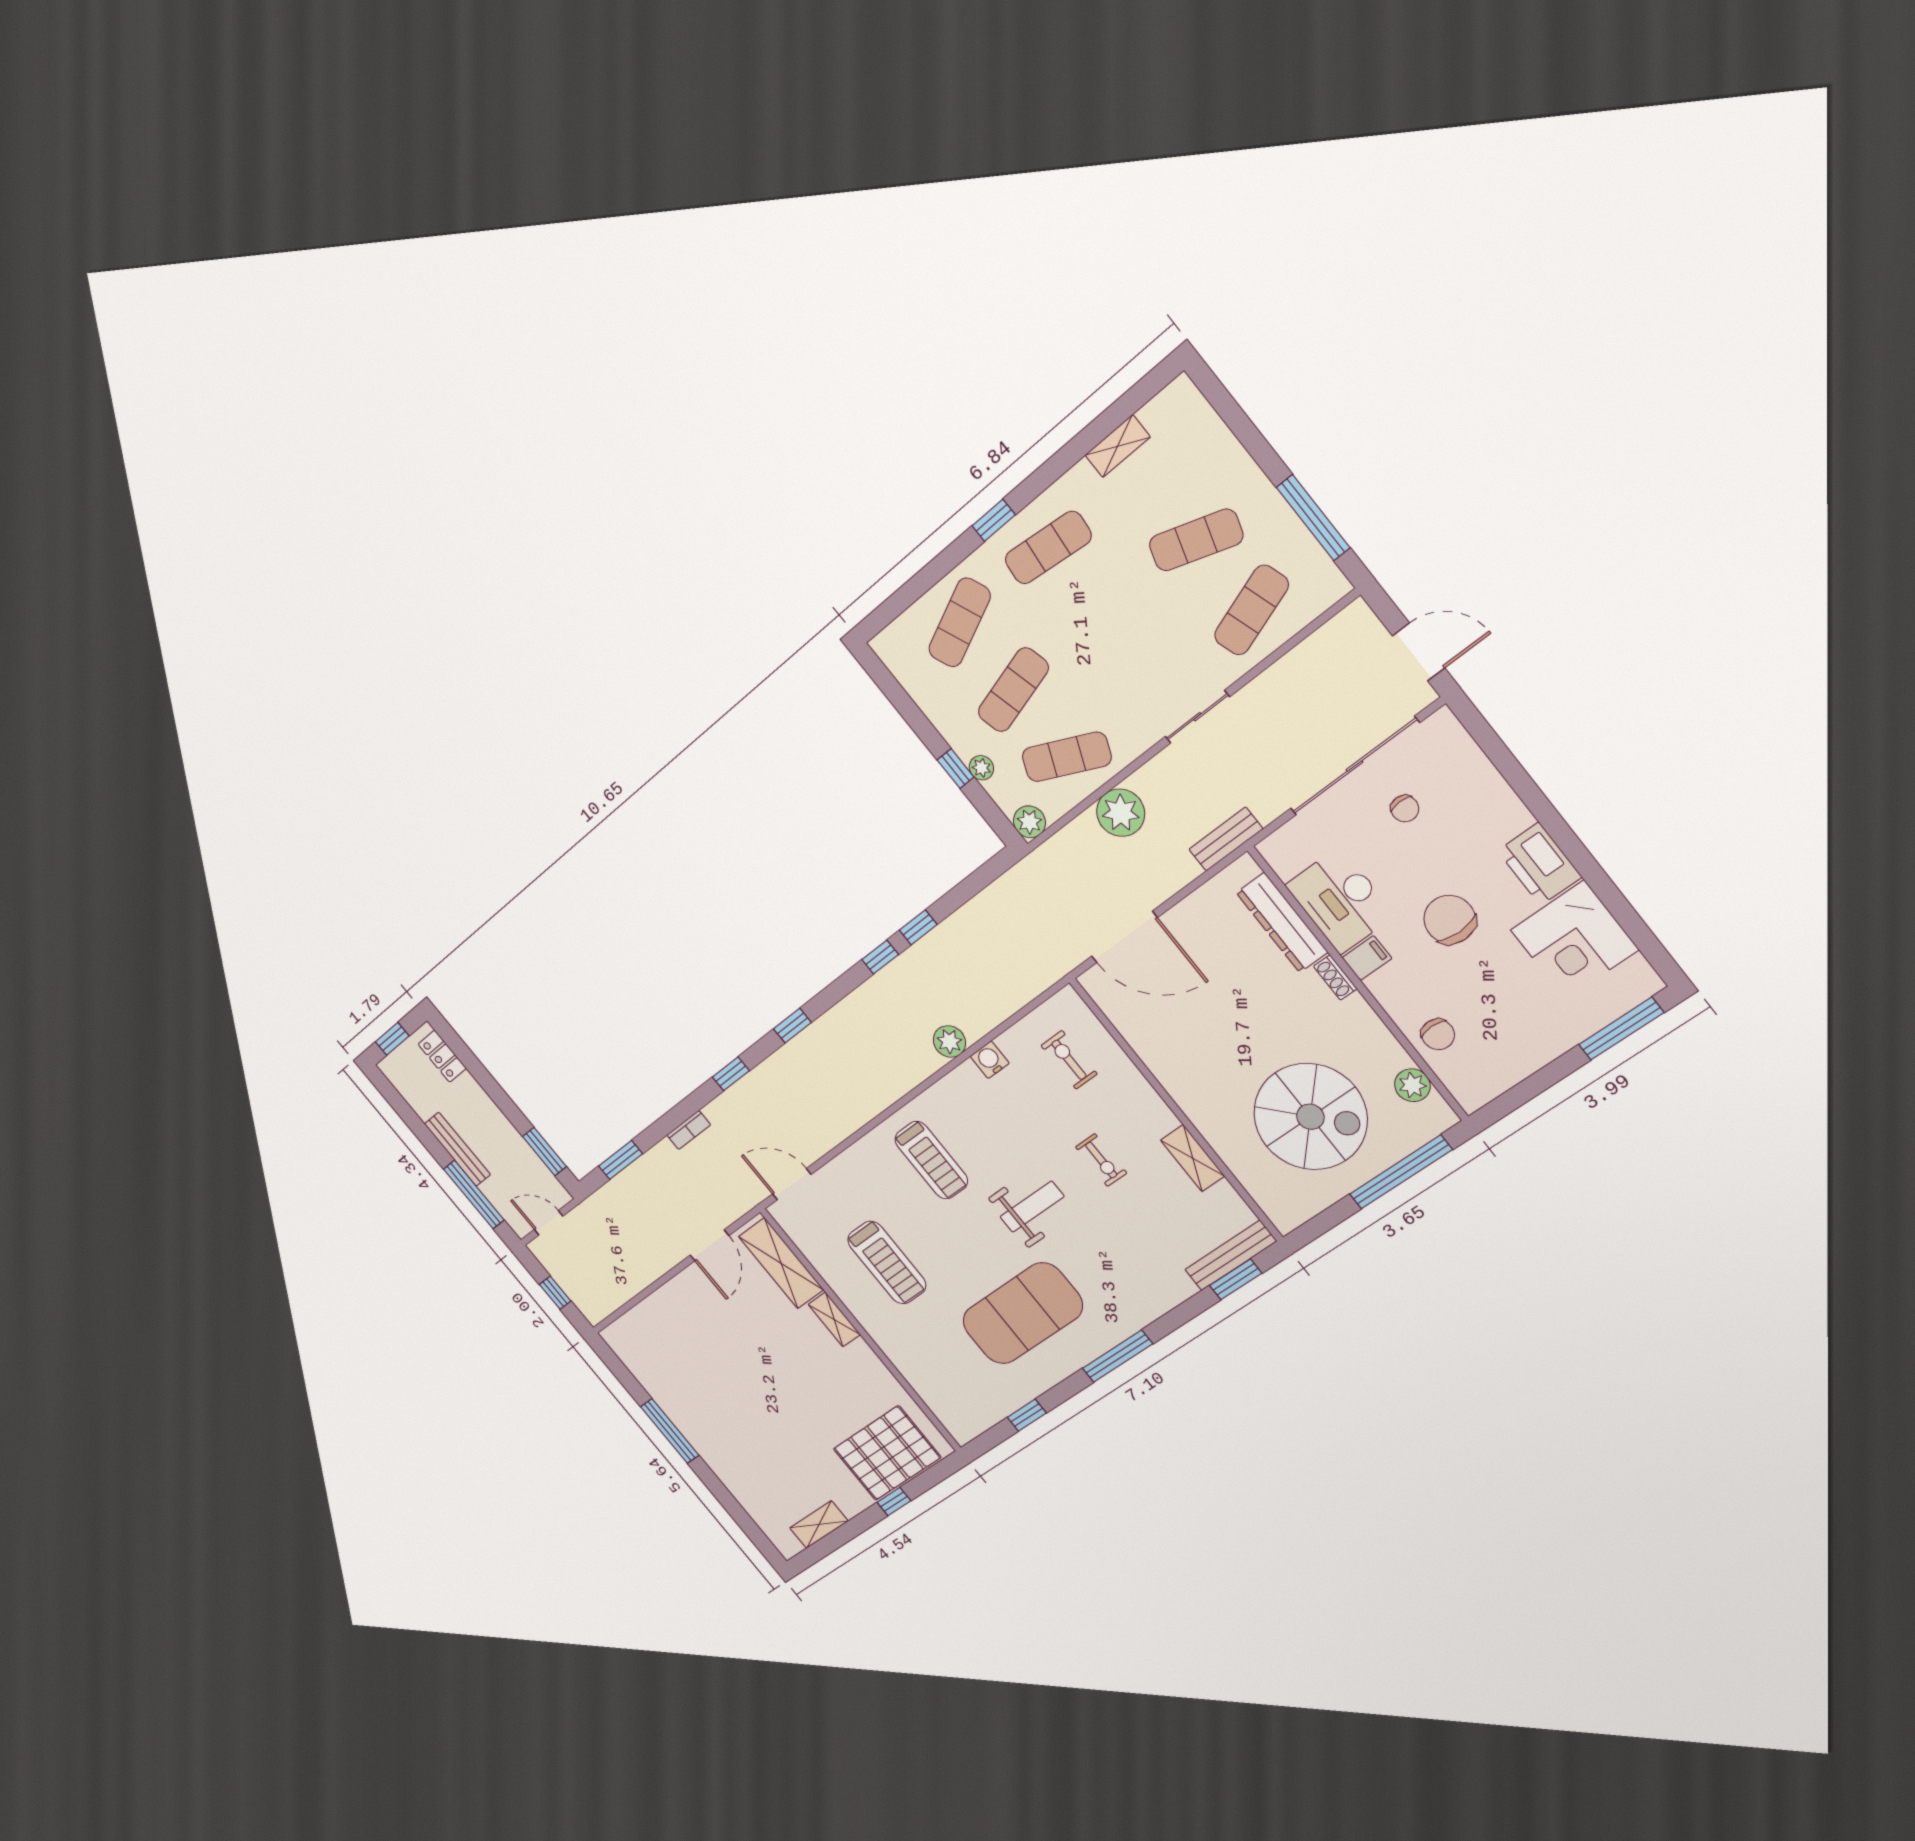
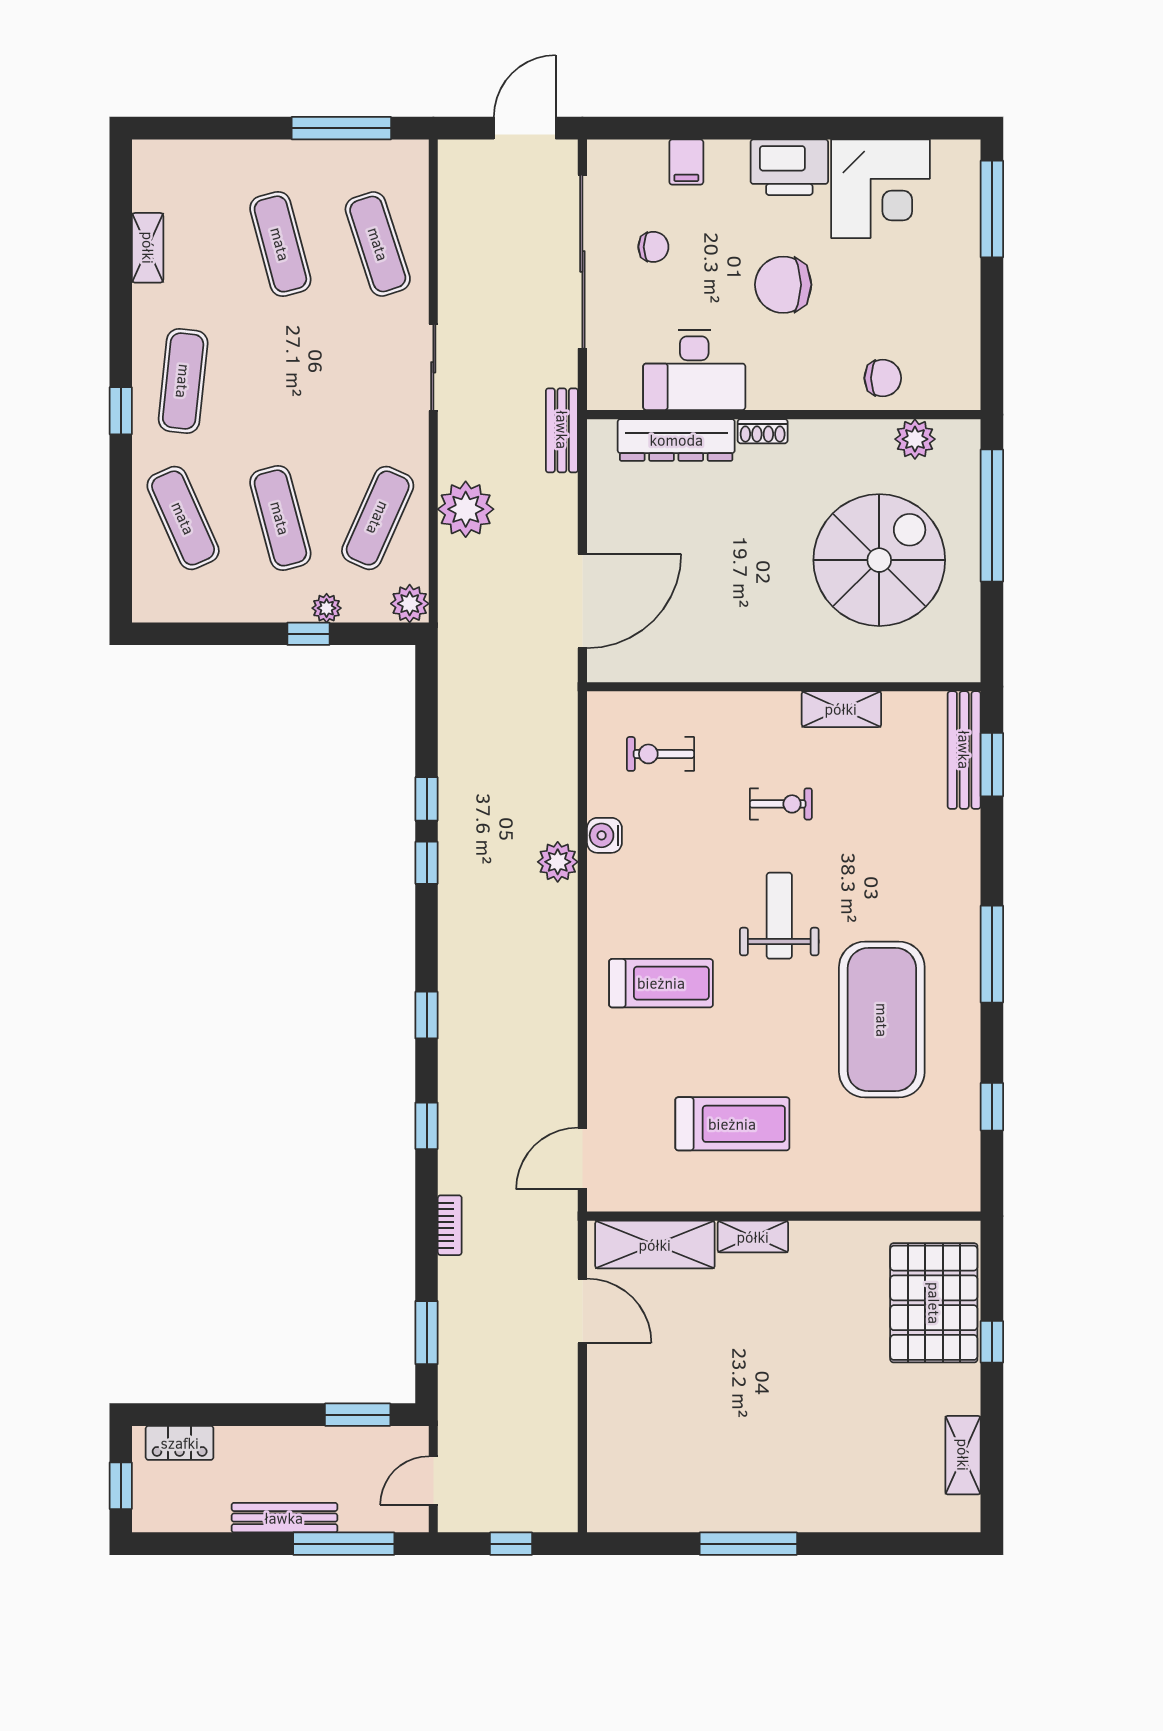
exercise mat: (1196, 540) -> (280, 244), turned -33
filing cabinet: (1367, 958) -> (686, 162), moved, turned 180

